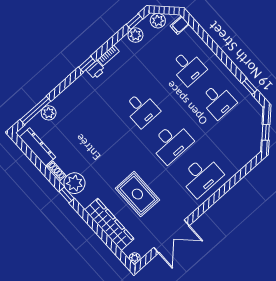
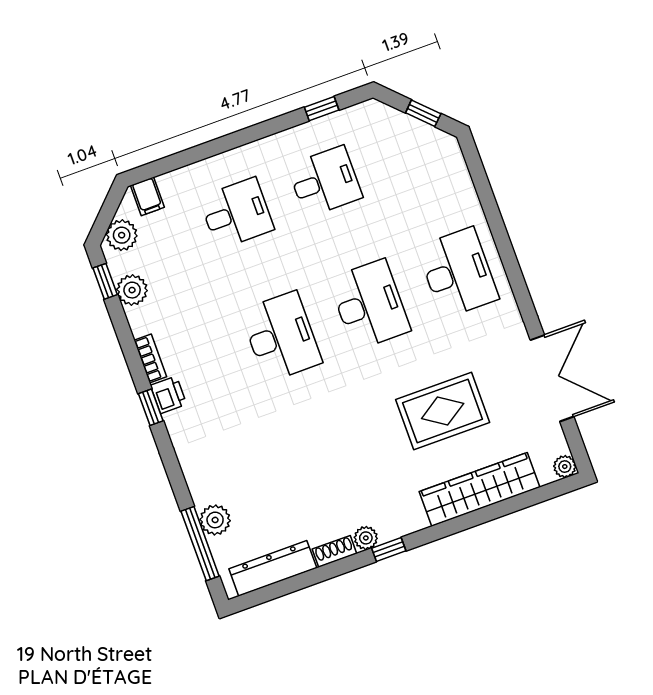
desk: (141, 109) -> (281, 337), width x1.37
plant: (74, 183) -> (366, 538), width x0.53, depth x0.53

